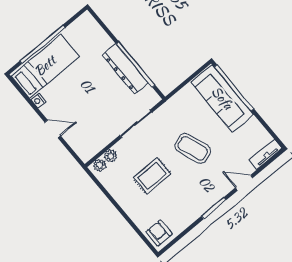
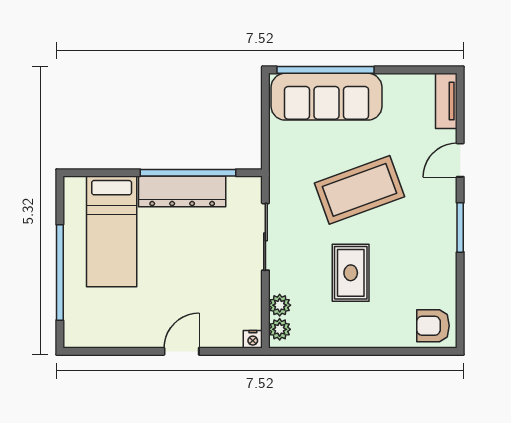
bed: (45, 66) -> (112, 231), moved, turned 180
nightstand: (38, 101) -> (253, 339), moved
coffee table: (193, 148) -> (359, 190), width x1.36, depth x1.32

